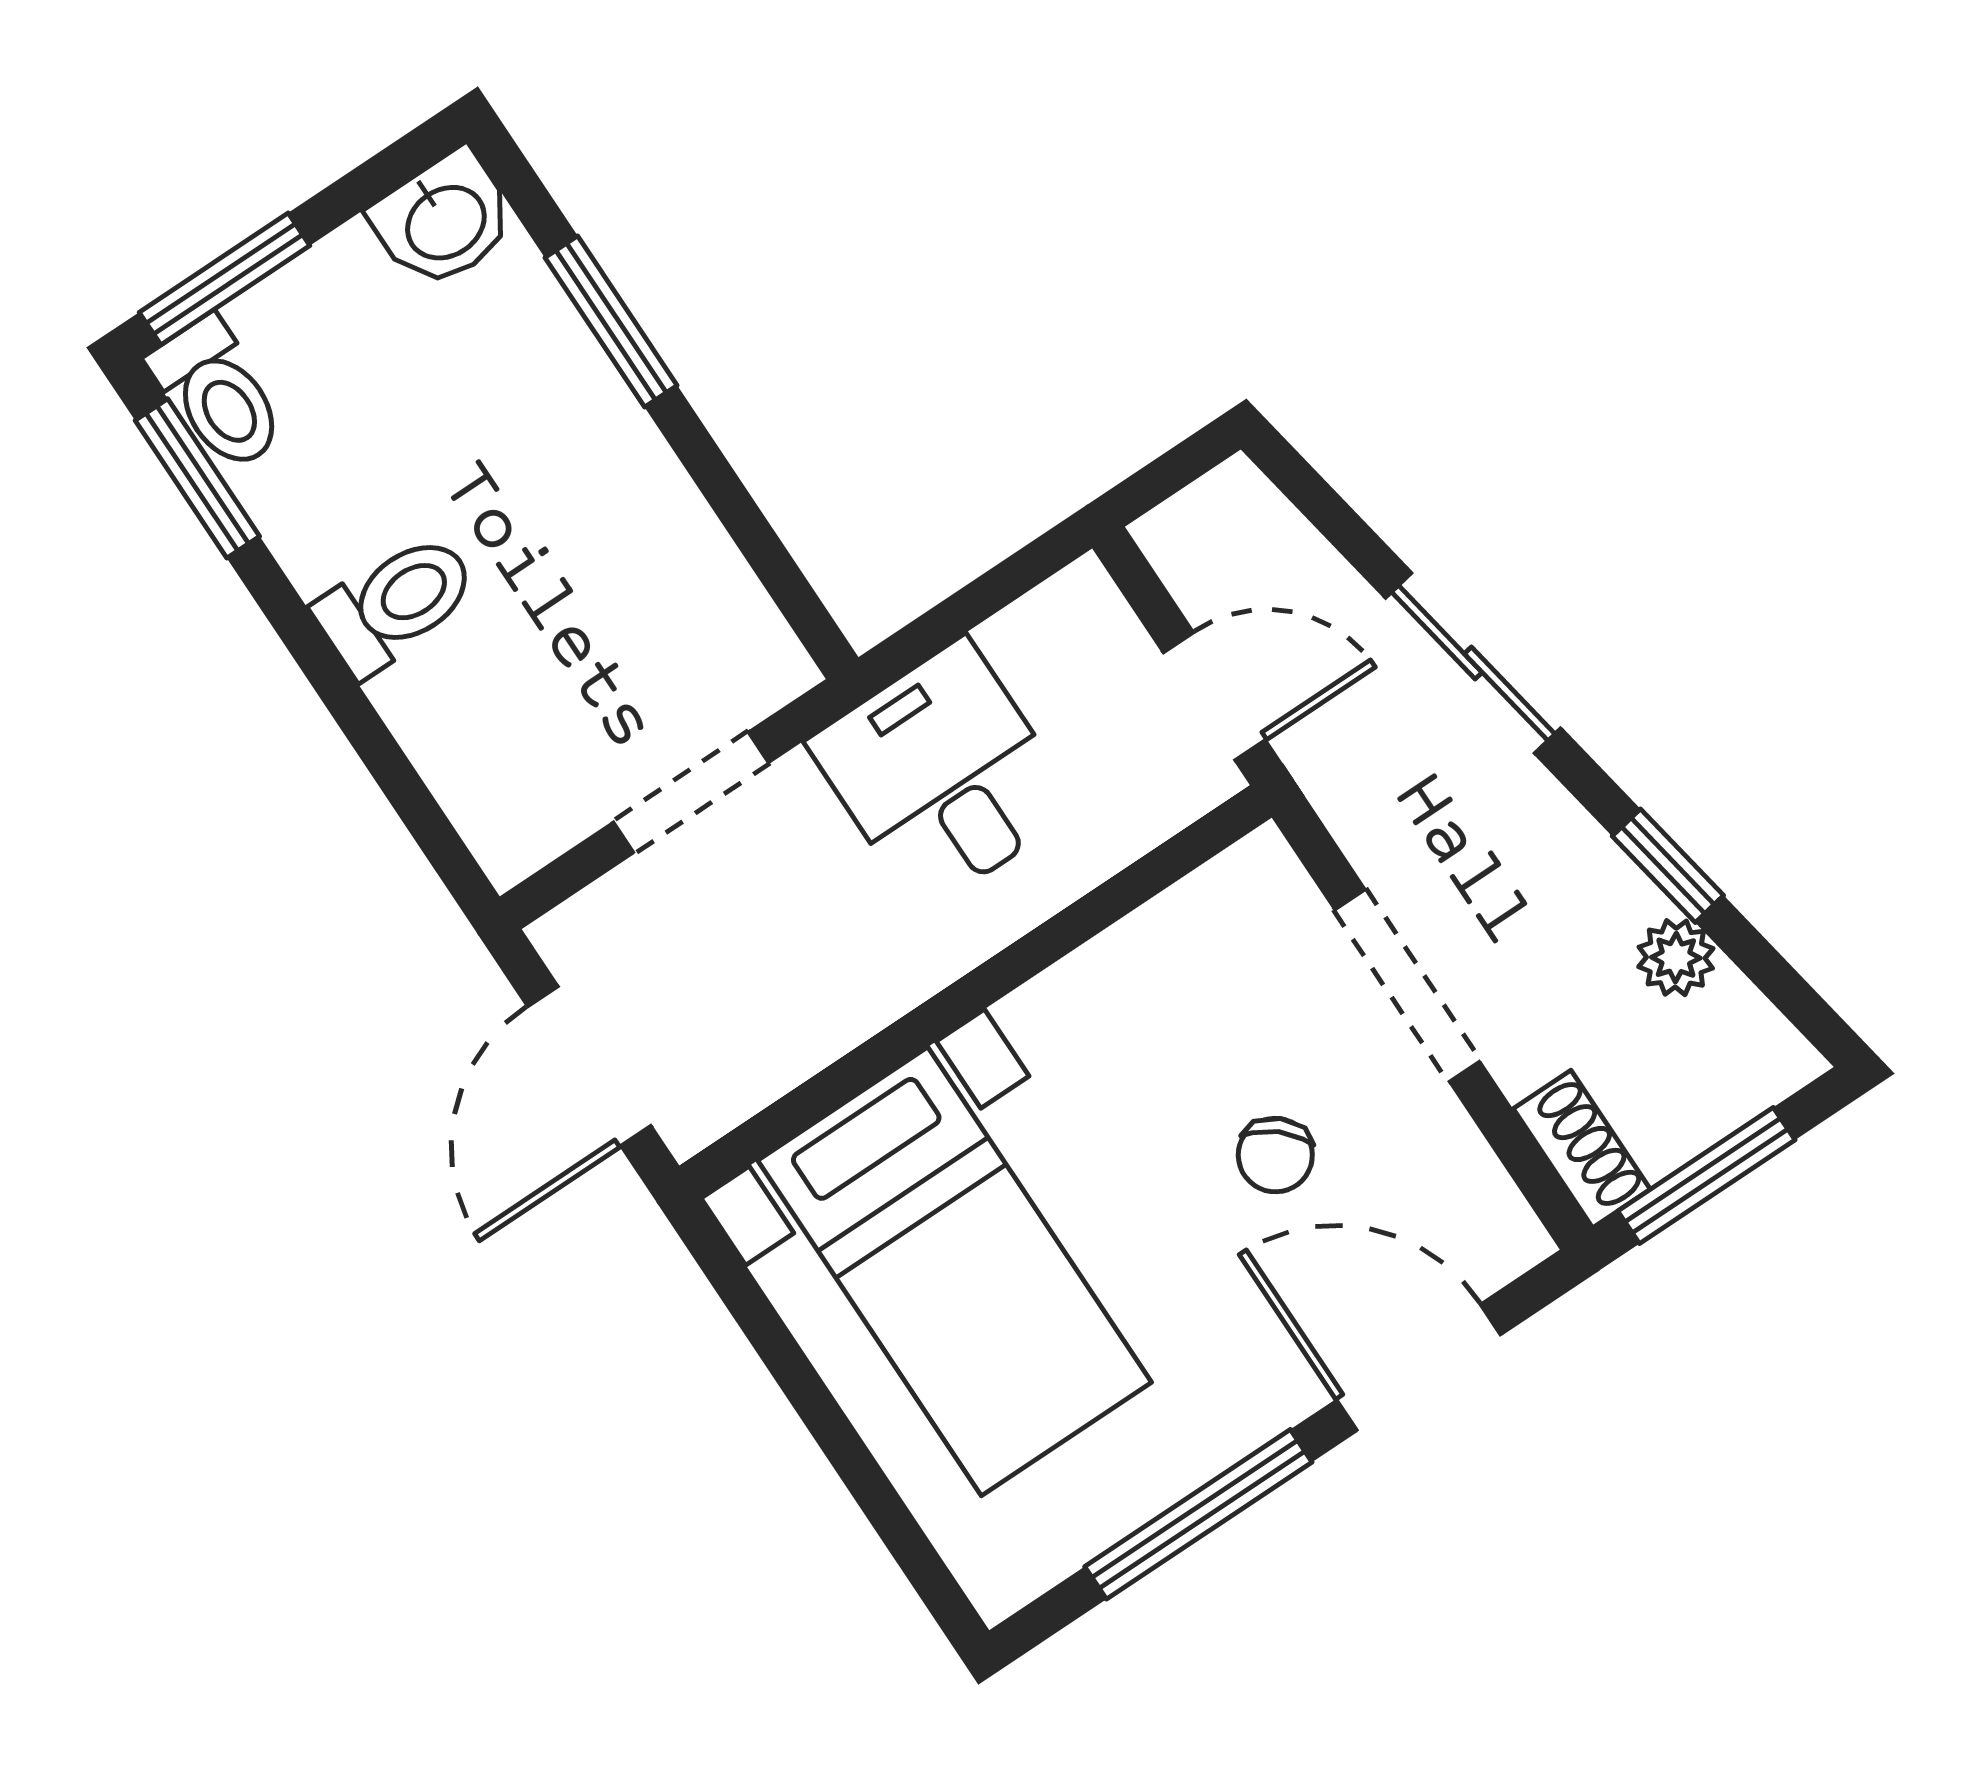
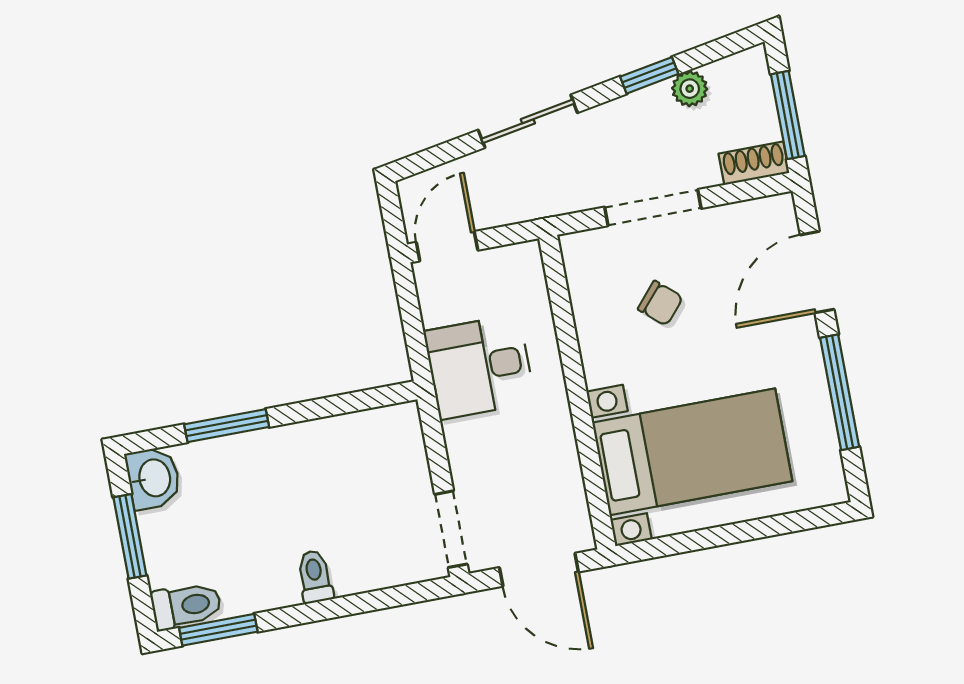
window: (224, 279) -> (130, 536), moved
toilet: (396, 603) -> (315, 577), width x0.73, depth x0.72
door: (1214, 696) -> (447, 246), moved
doorway: (691, 792) -> (451, 529), moved
chair: (1275, 1155) -> (660, 303), moved

